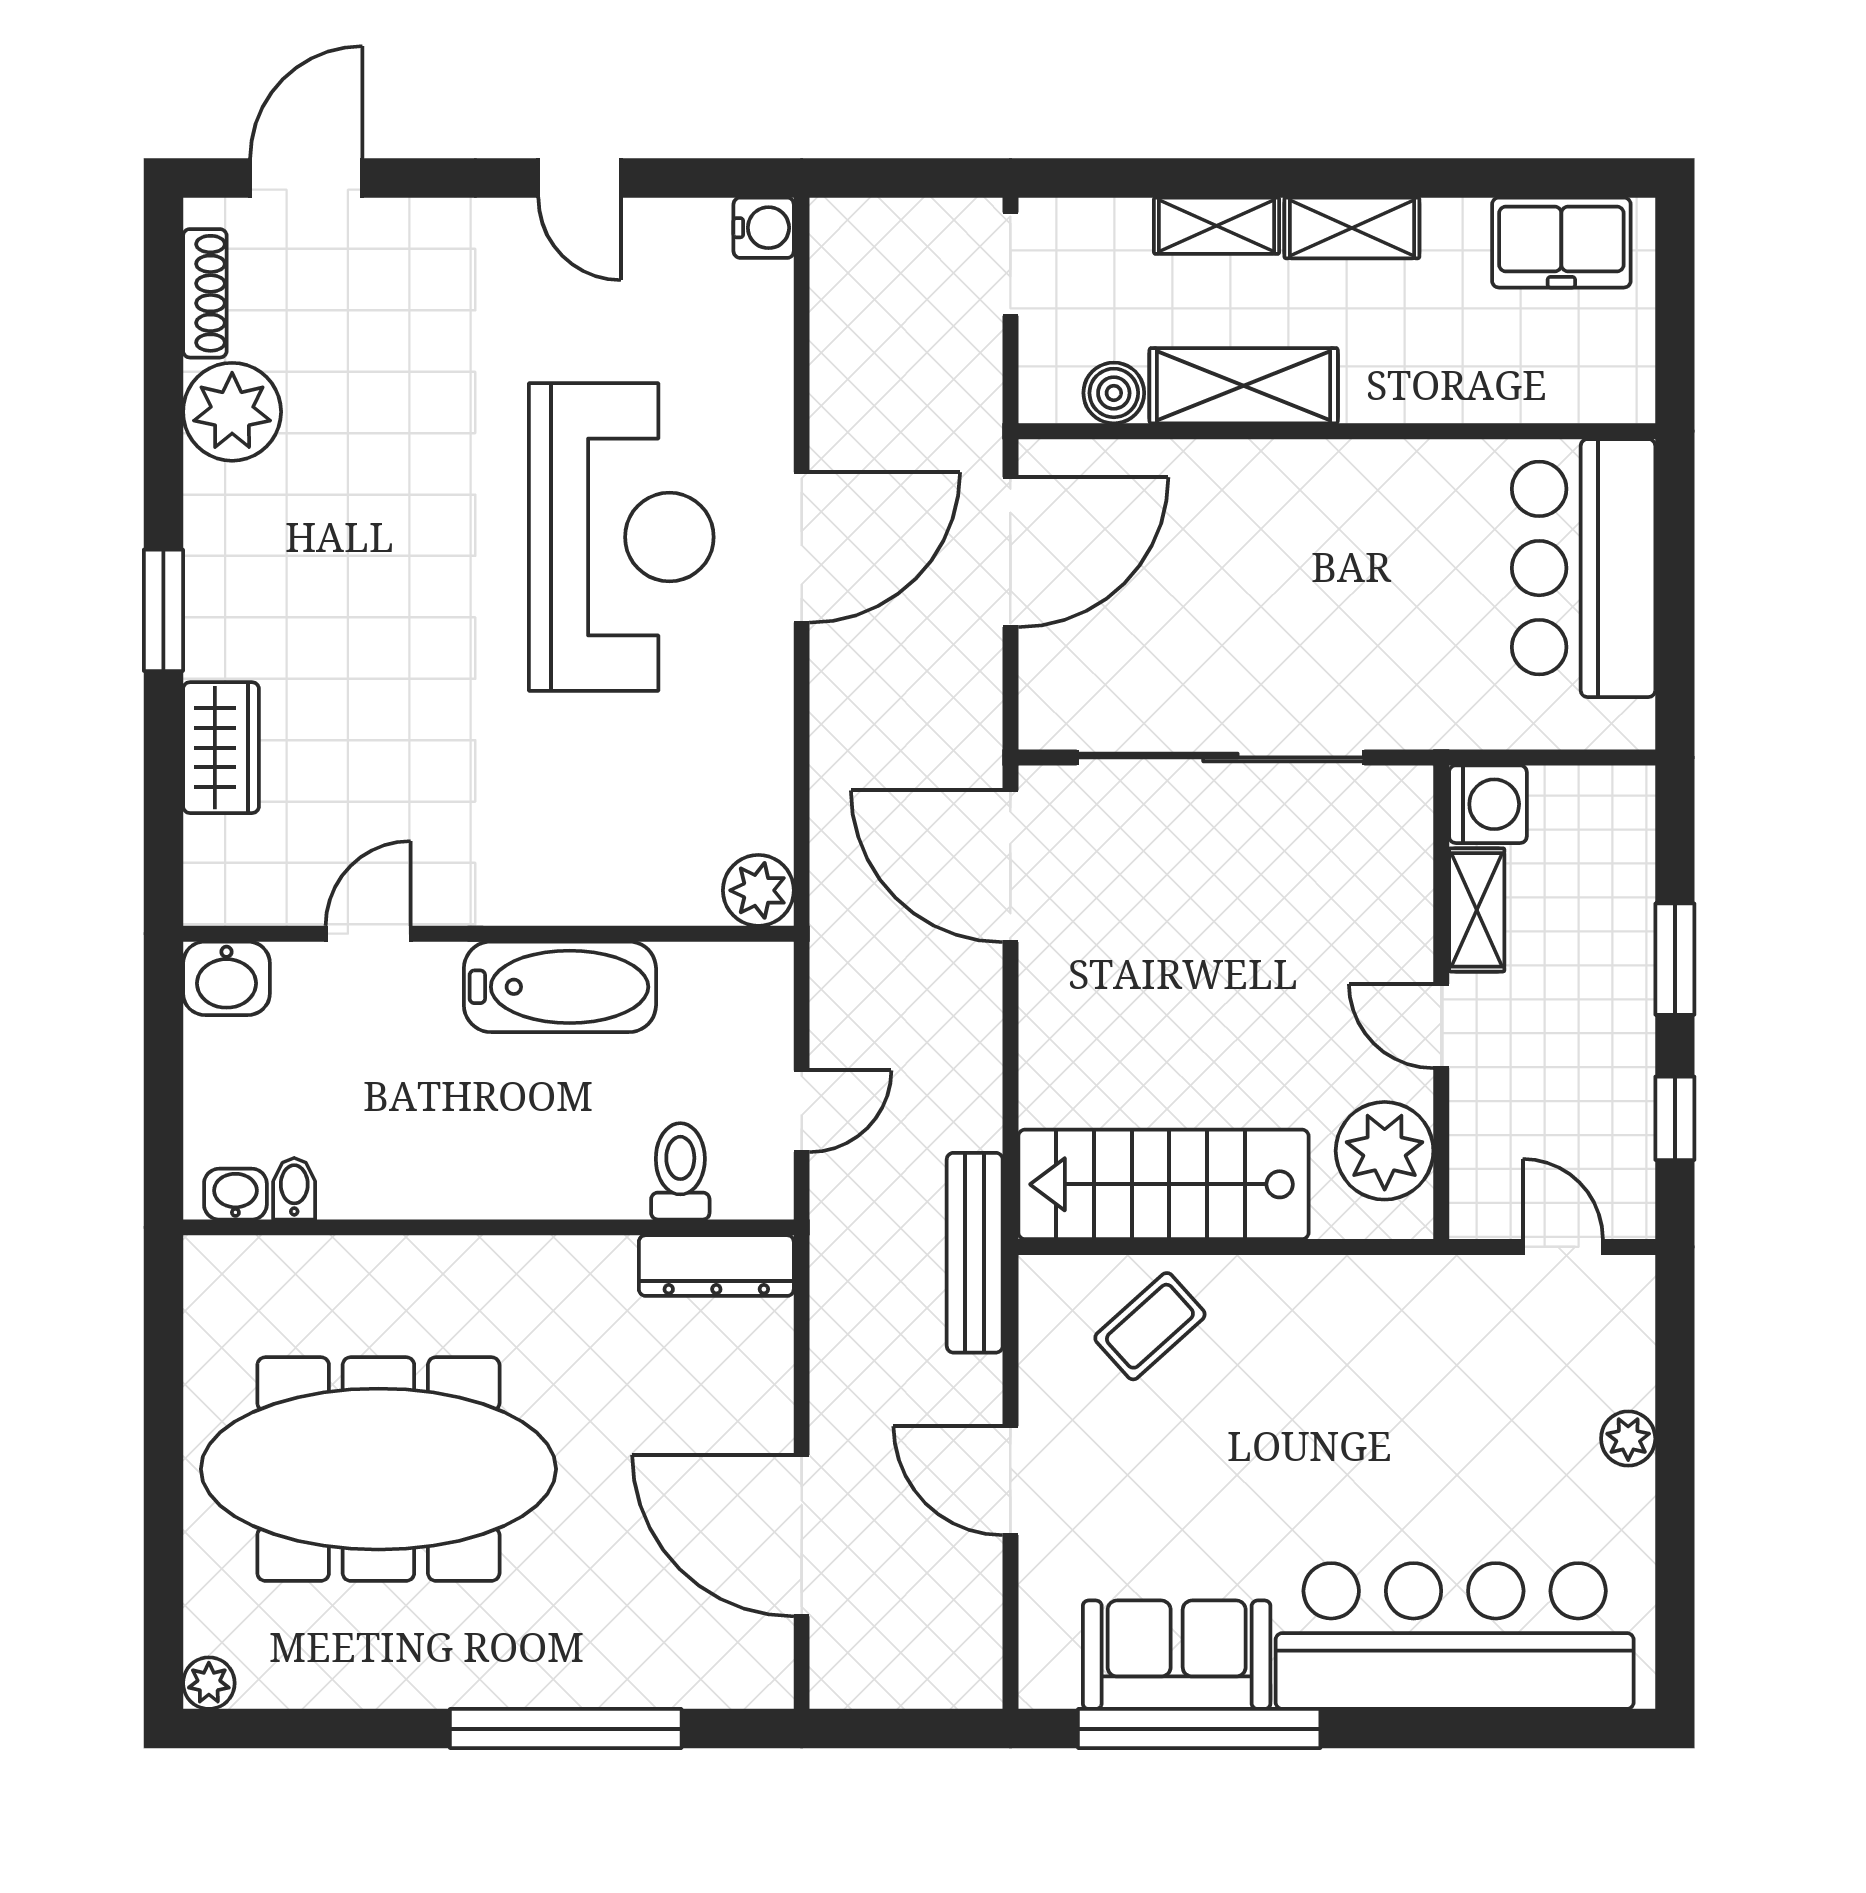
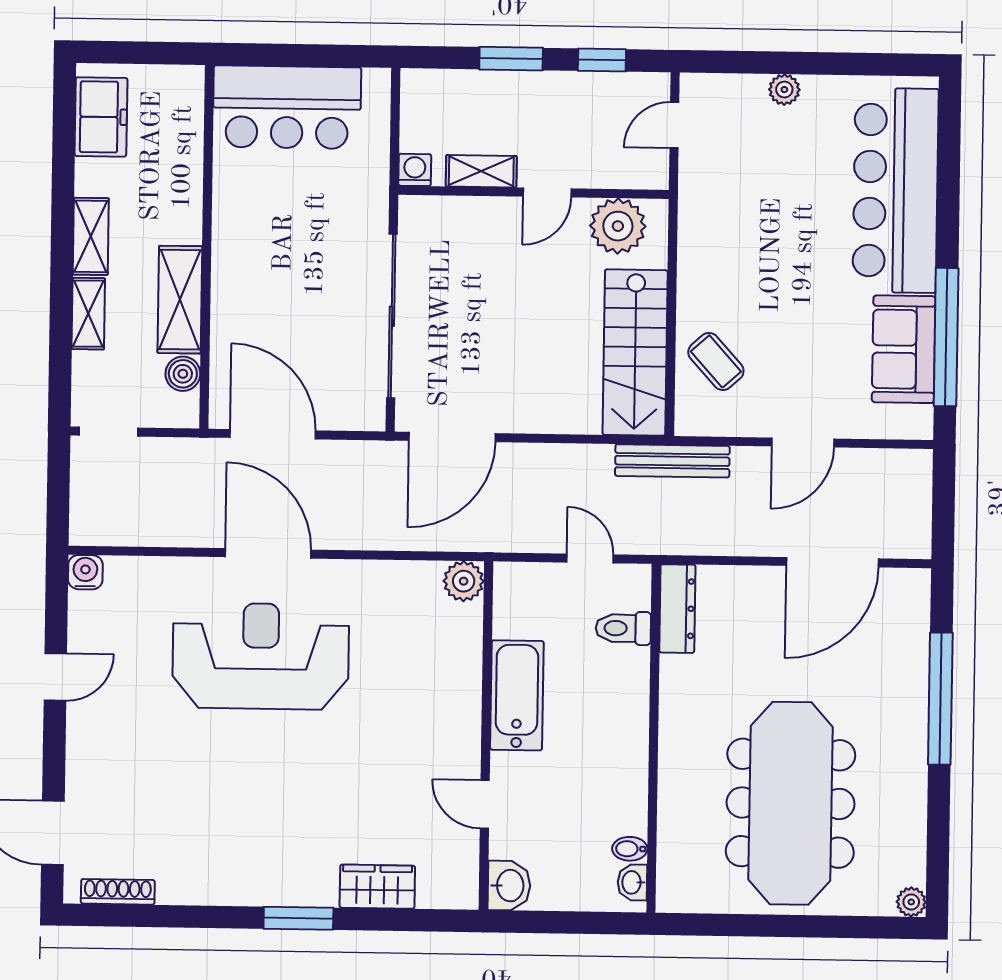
plant: (232, 412) -> (186, 877), removed
washing machine: (1488, 804) -> (415, 170), width x0.73, depth x0.73

